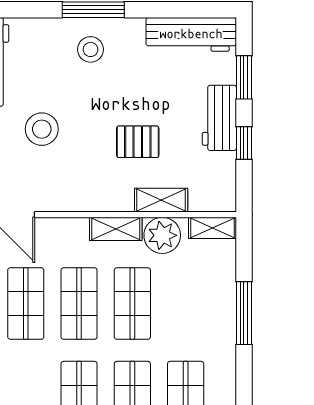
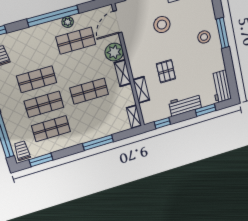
workbench: (191, 34) -> (221, 86), width x0.73
window: (244, 143) -> (162, 123), moved
plant: (162, 235) -> (114, 52), moved
shop shelf: (79, 304) -> (83, 66), removed

